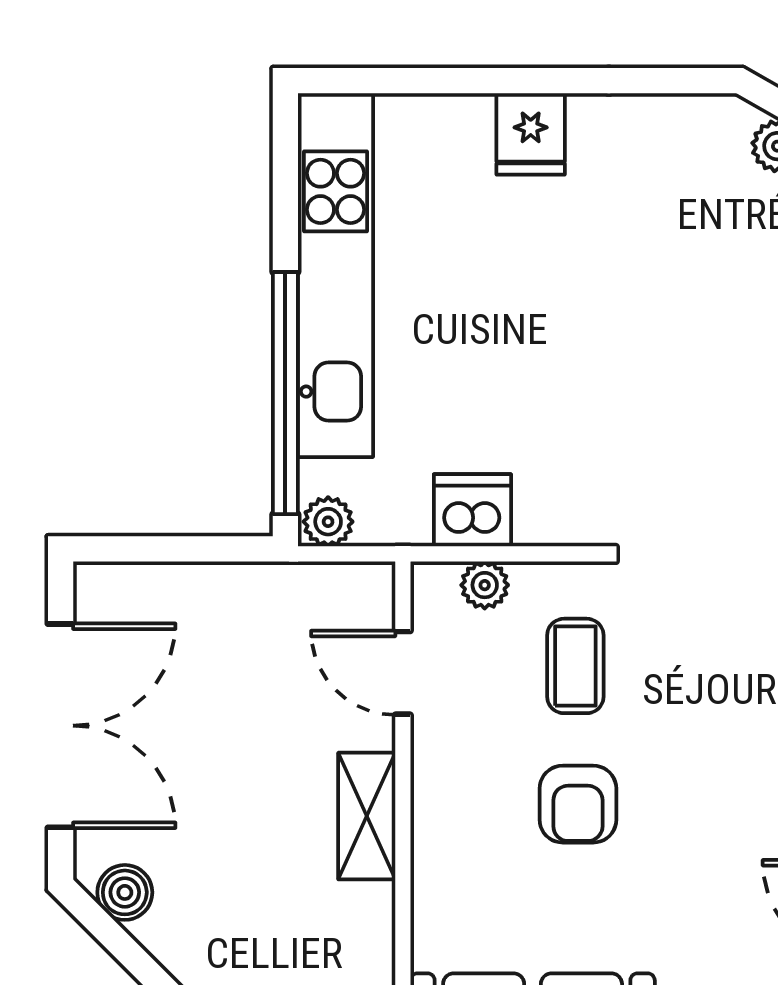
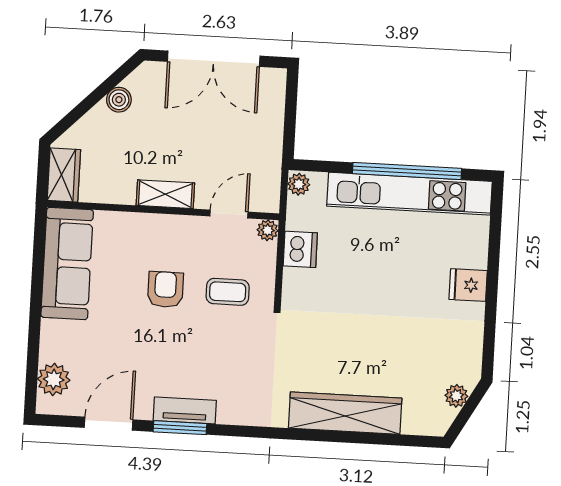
window: (285, 393) -> (407, 171), moved
plant: (485, 585) -> (268, 230), moved
armchair: (578, 804) -> (165, 289), turned 90
boiler: (125, 892) -> (119, 100), moved

